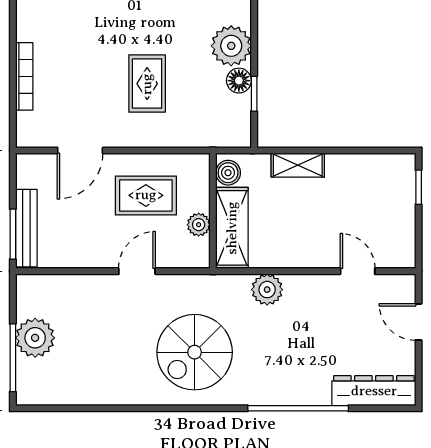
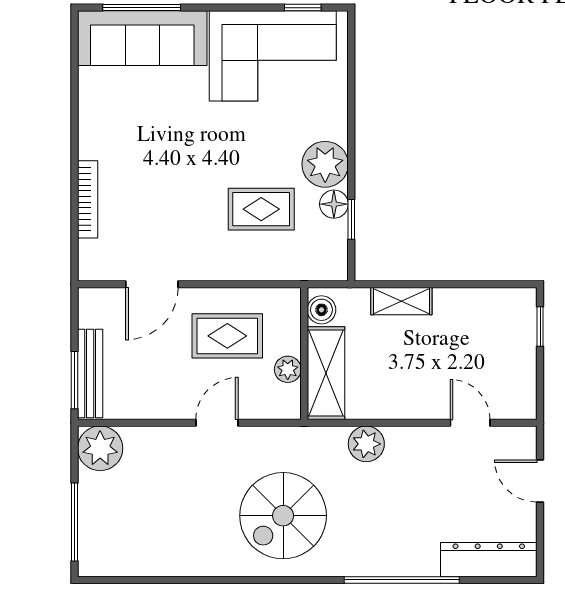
rug: (147, 84) -> (261, 209), moved, turned 90
plant: (35, 338) -> (100, 448), moved

